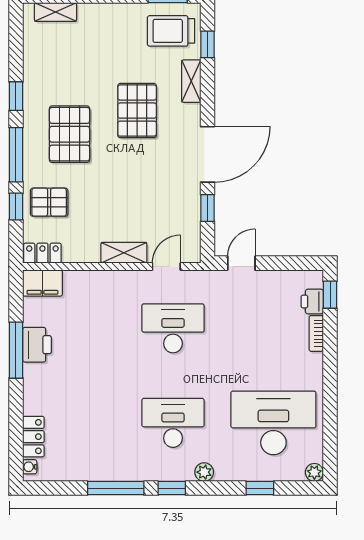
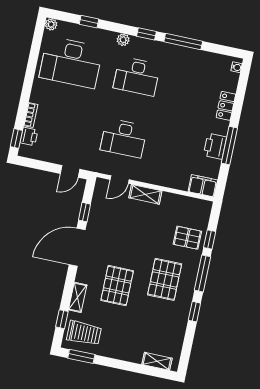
locker: (42, 253) -> (199, 205), removed
locker: (33, 437) -> (226, 106), moved

